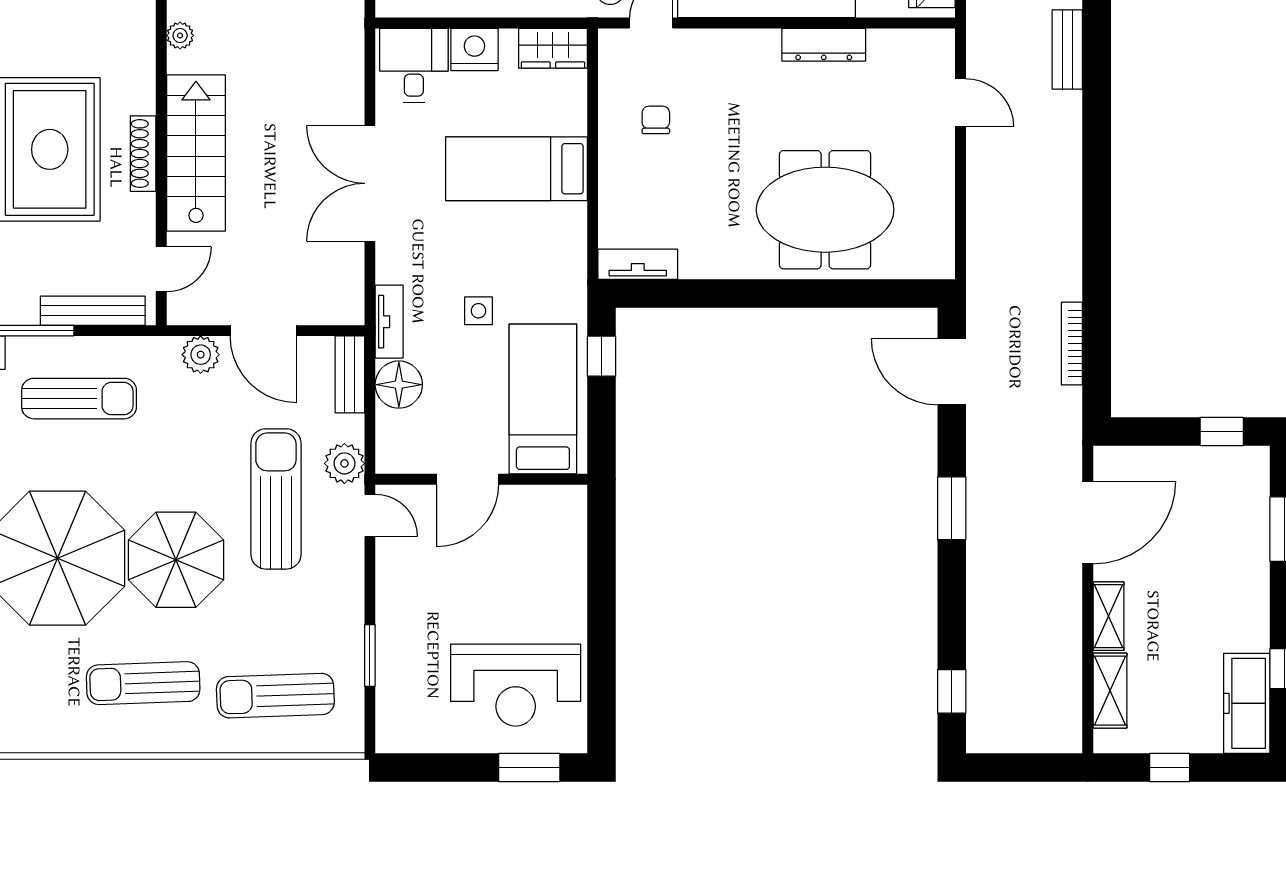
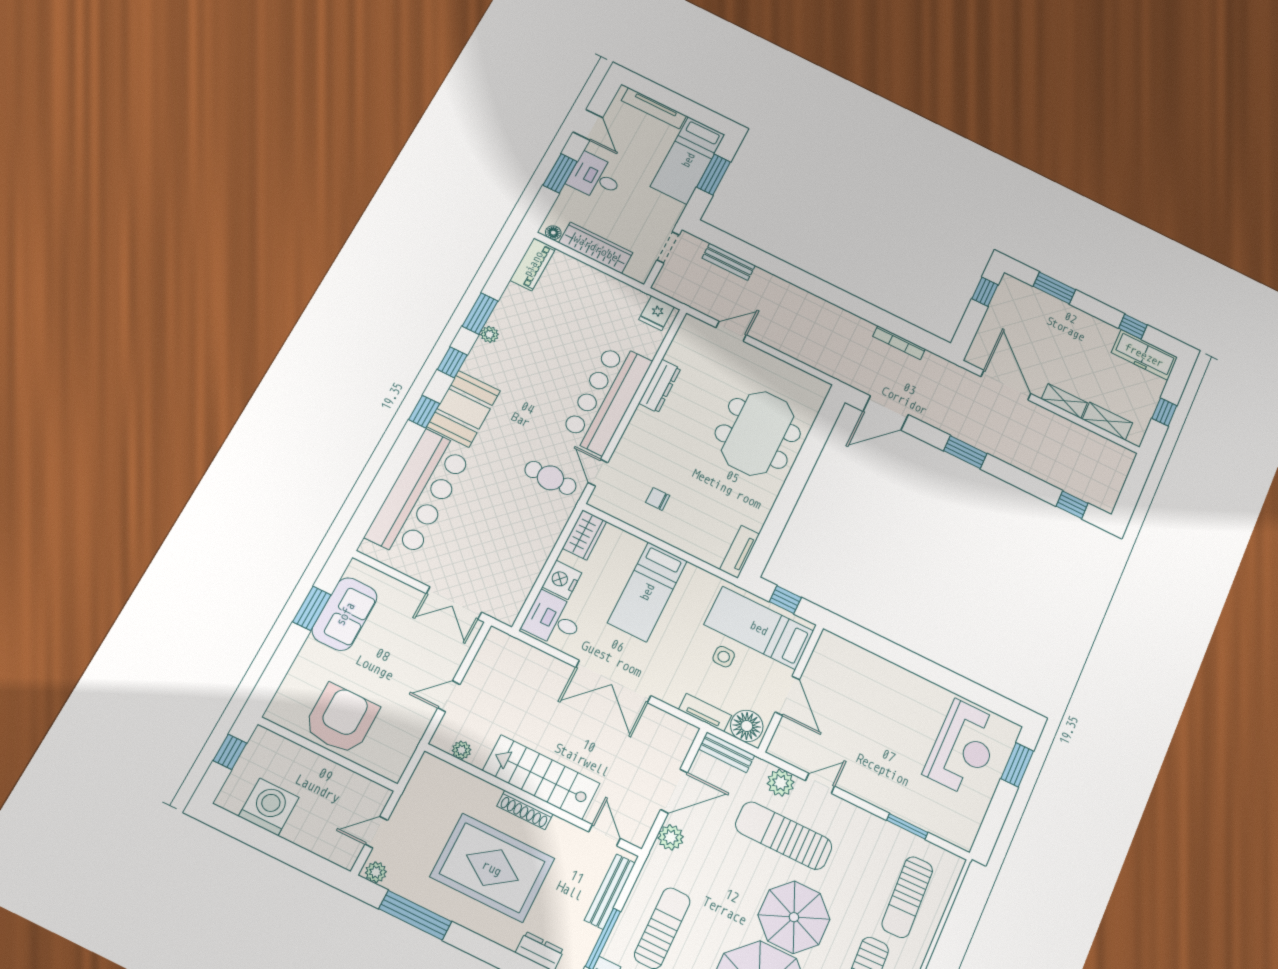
bed: (543, 399) -> (759, 628), moved
door: (468, 479) -> (787, 696), moved
wall: (481, 479) -> (791, 688), moved

